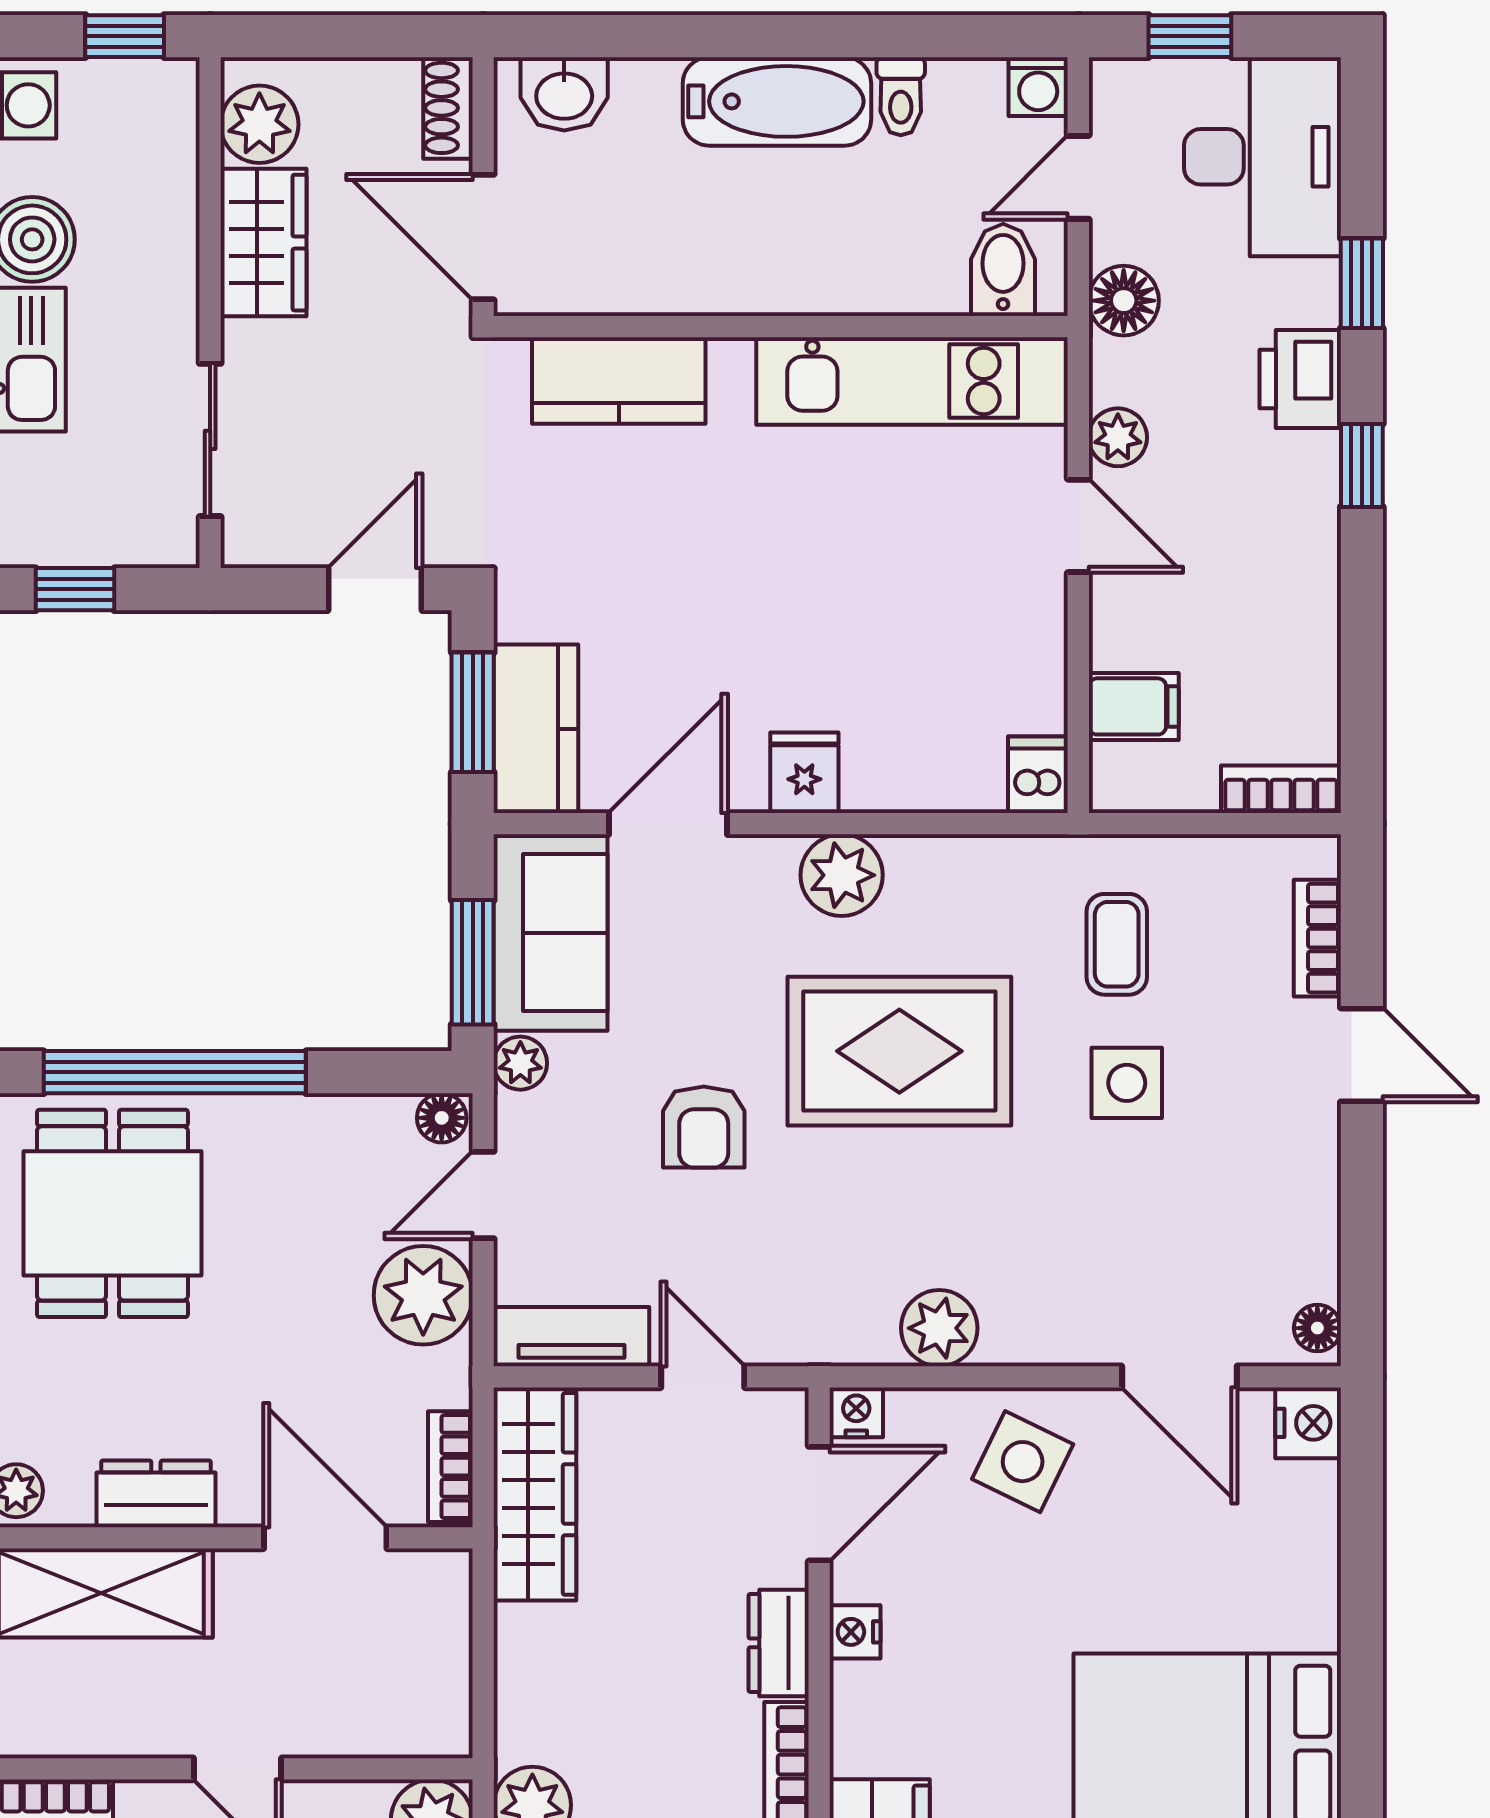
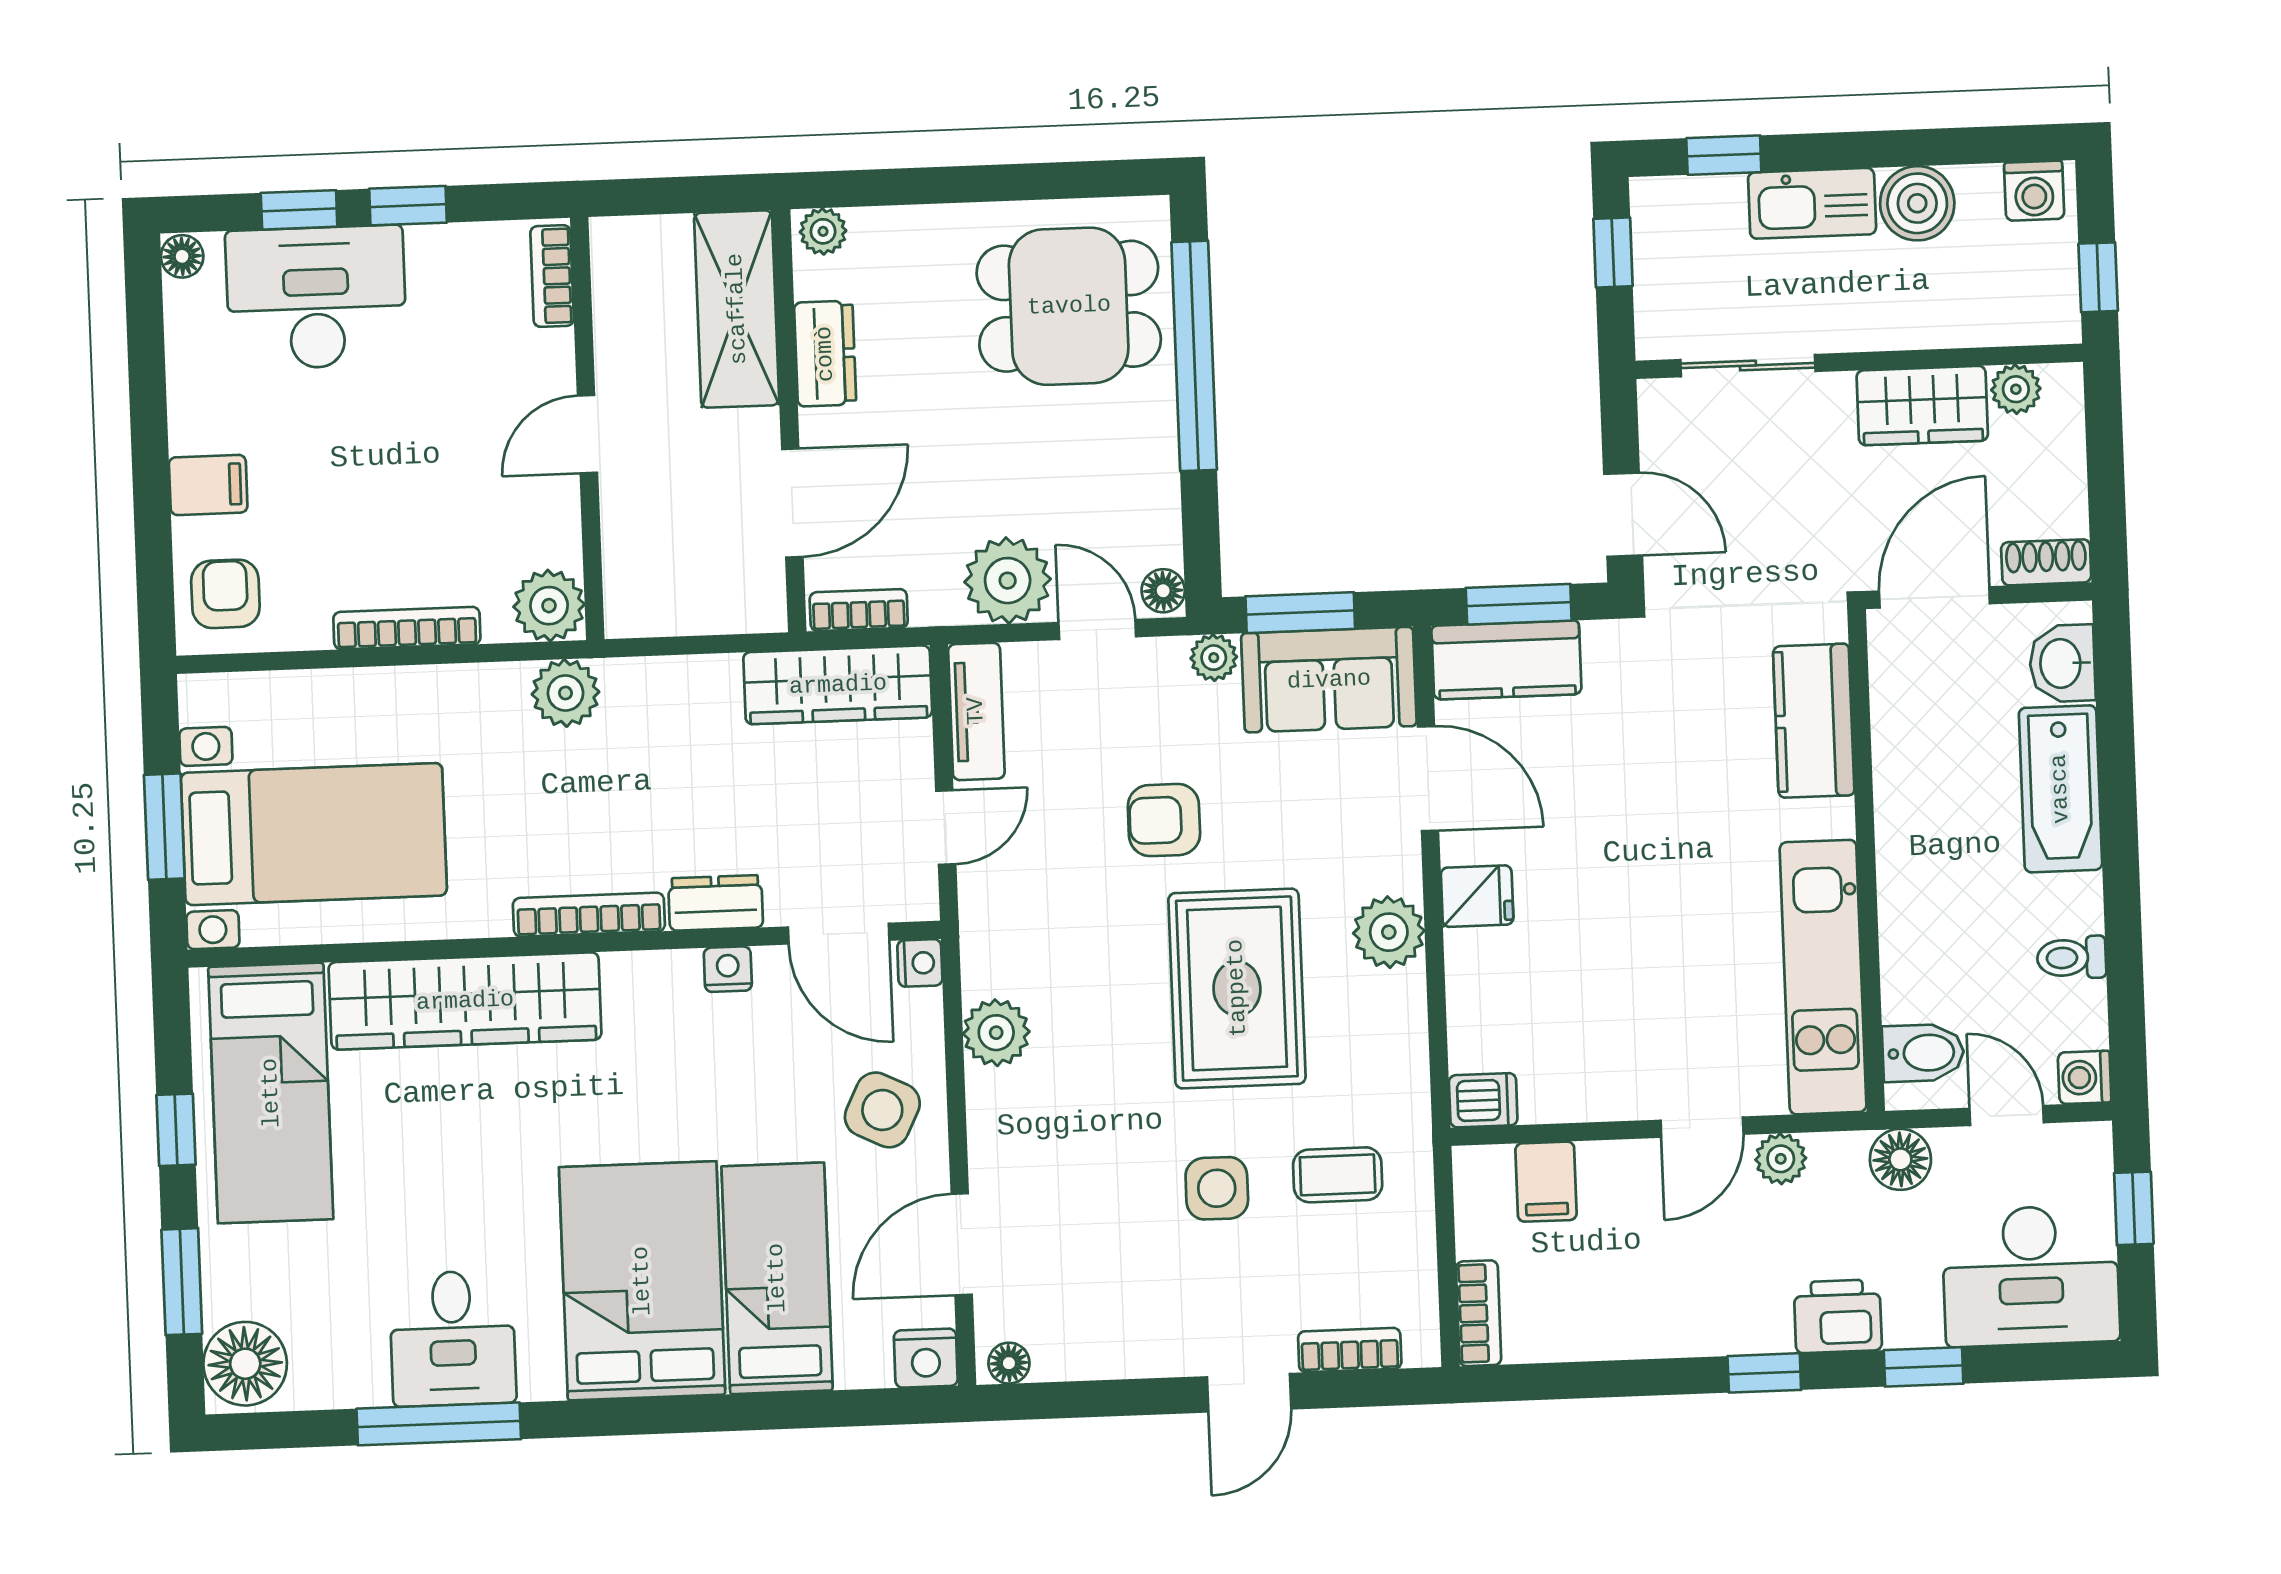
bathtub: (777, 101) -> (2060, 789), moved
plant: (259, 124) -> (2016, 389), width x0.73, depth x0.73
bed: (1210, 1589) -> (777, 1278), added

